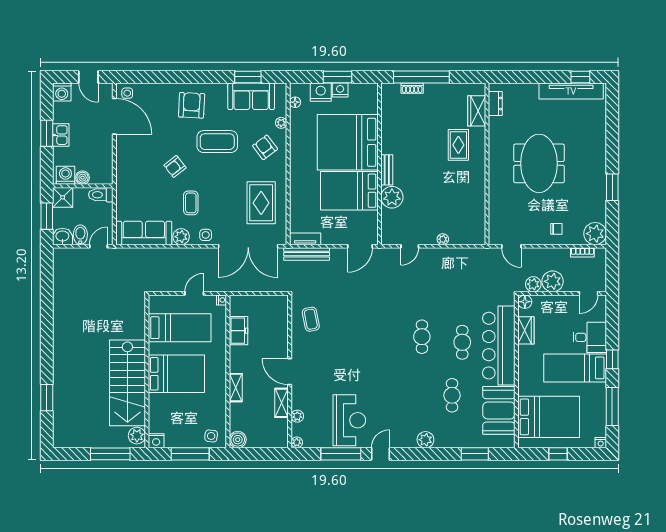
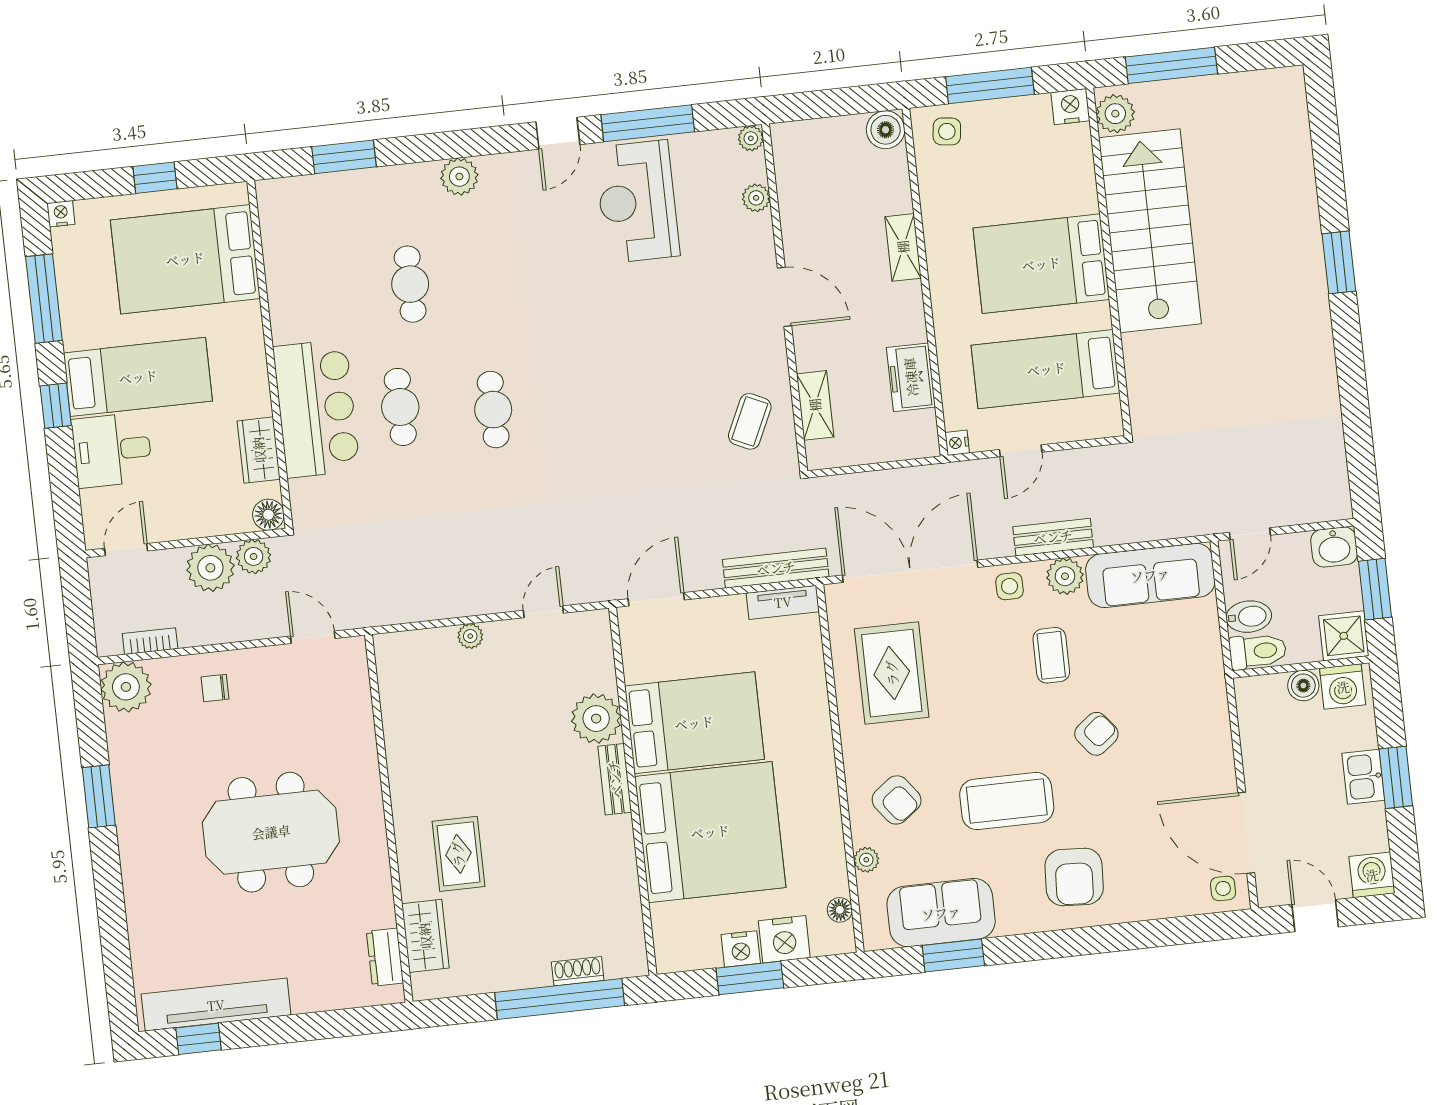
meeting table: (539, 163) -> (271, 832), turned 90
bidet: (80, 235) -> (1249, 617), moved, turned -90
bench: (184, 254) -> (1053, 537), added
coffee table: (311, 319) -> (750, 421), turned 36
bar counter: (499, 346) -> (316, 409), width x0.73
window: (47, 398) -> (1339, 262), moved
shelving: (282, 403) -> (815, 405), moved
booth: (499, 410) -> (300, 261), removed

